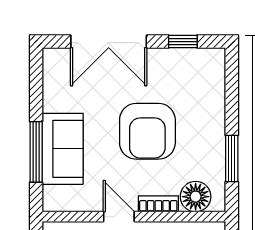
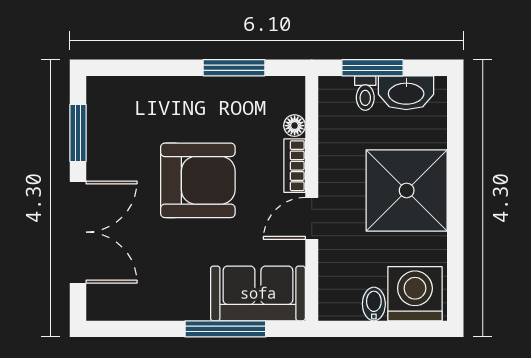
window: (183, 42) -> (78, 133), width x1.50
sofa: (63, 149) -> (258, 293), moved
floor lamp: (196, 197) -> (295, 126), width x0.53, depth x0.53

